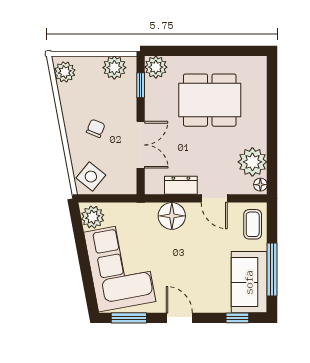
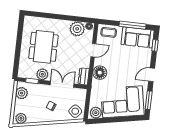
plant: (156, 67) -> (42, 74), moved
dresser: (181, 185) -> (84, 76), moved

